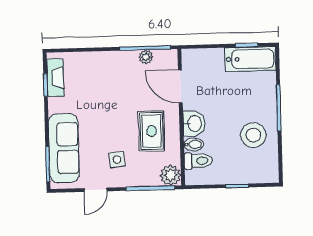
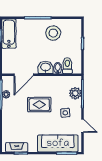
rug: (152, 131) -> (39, 105), moved
plant: (170, 175) -> (75, 93), moved

